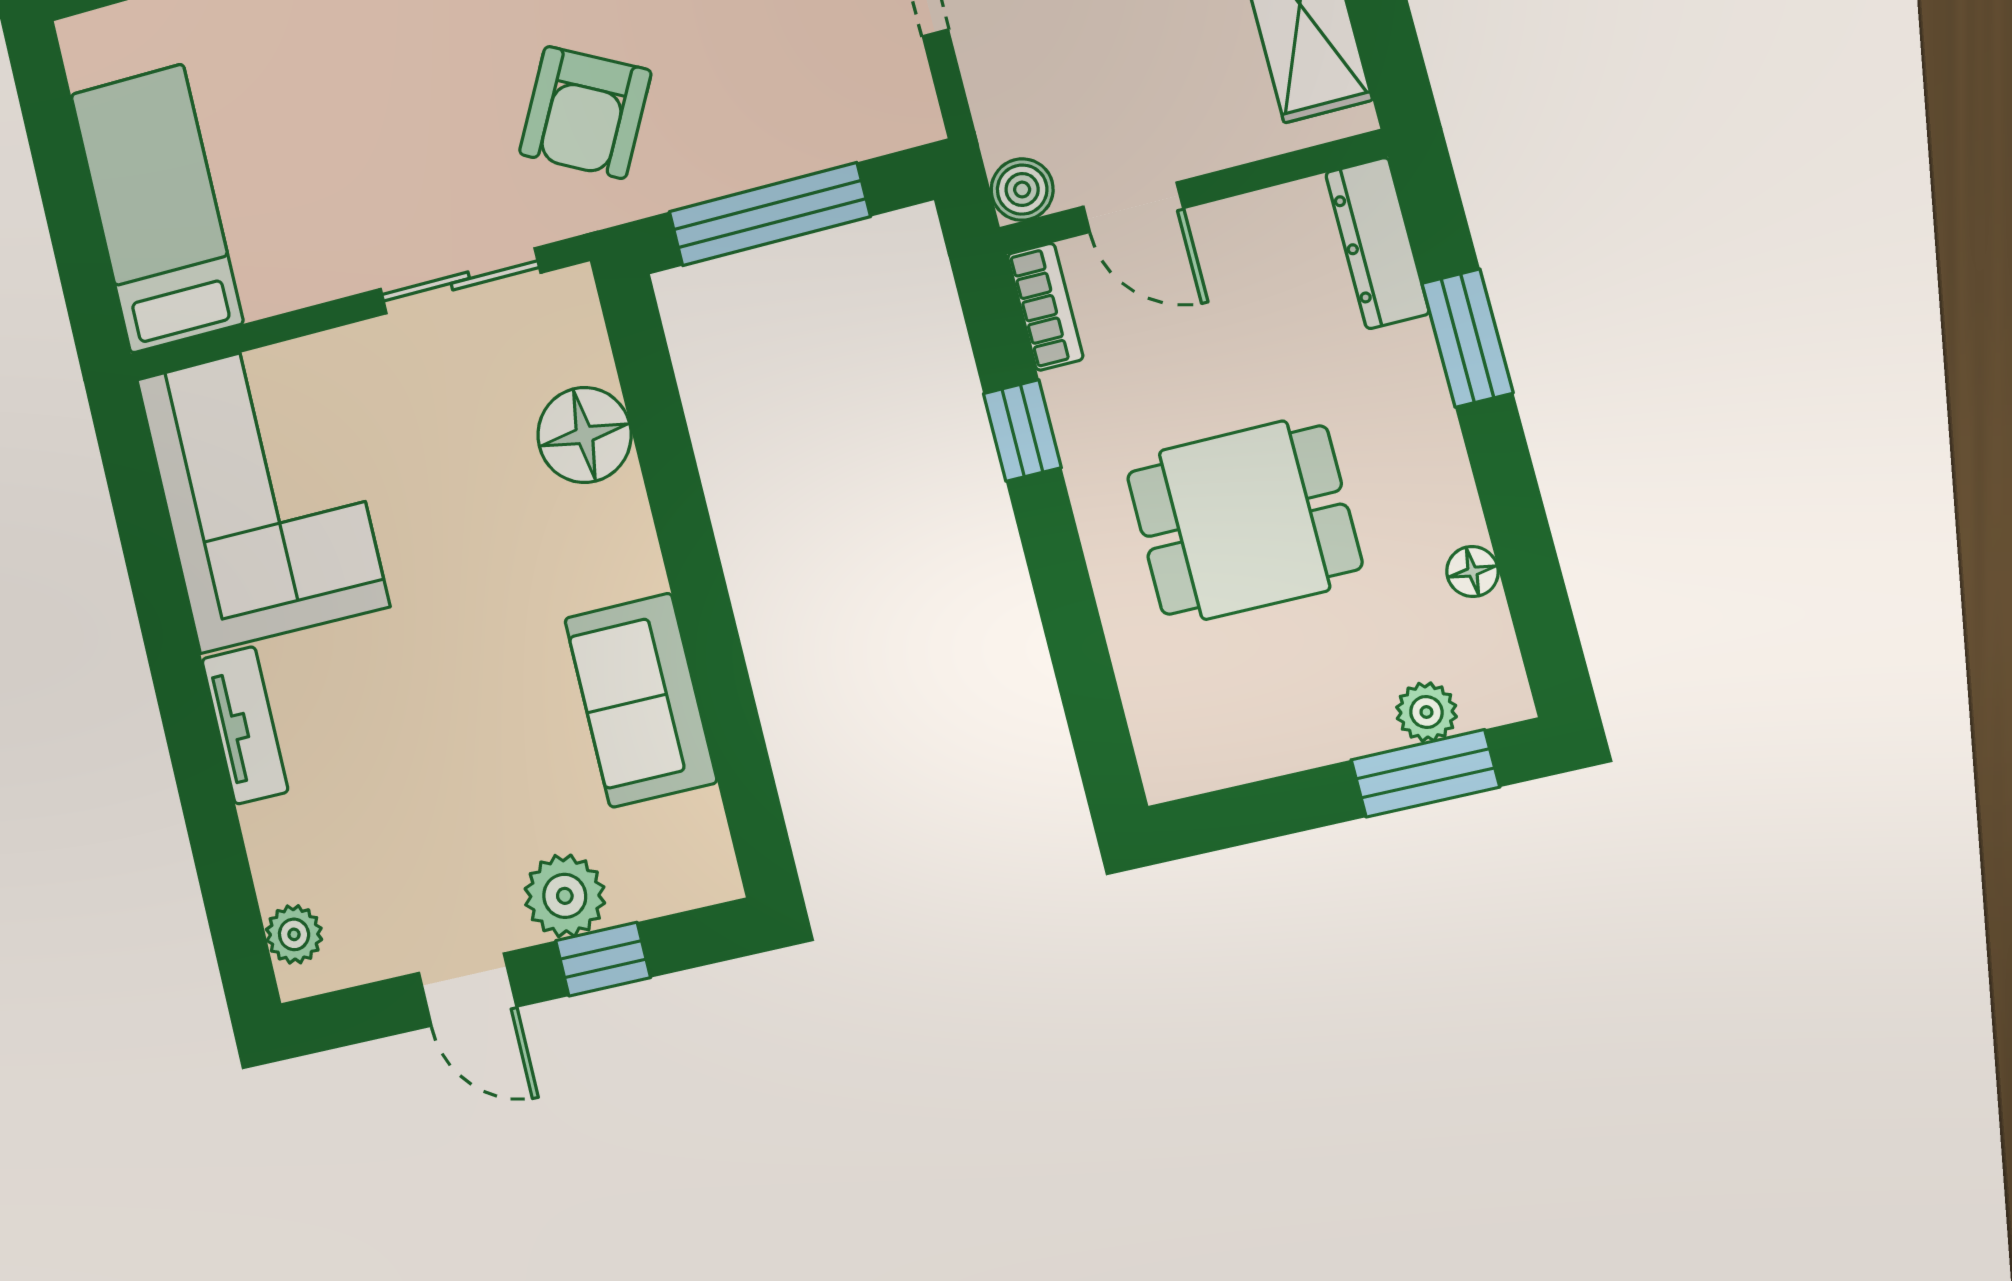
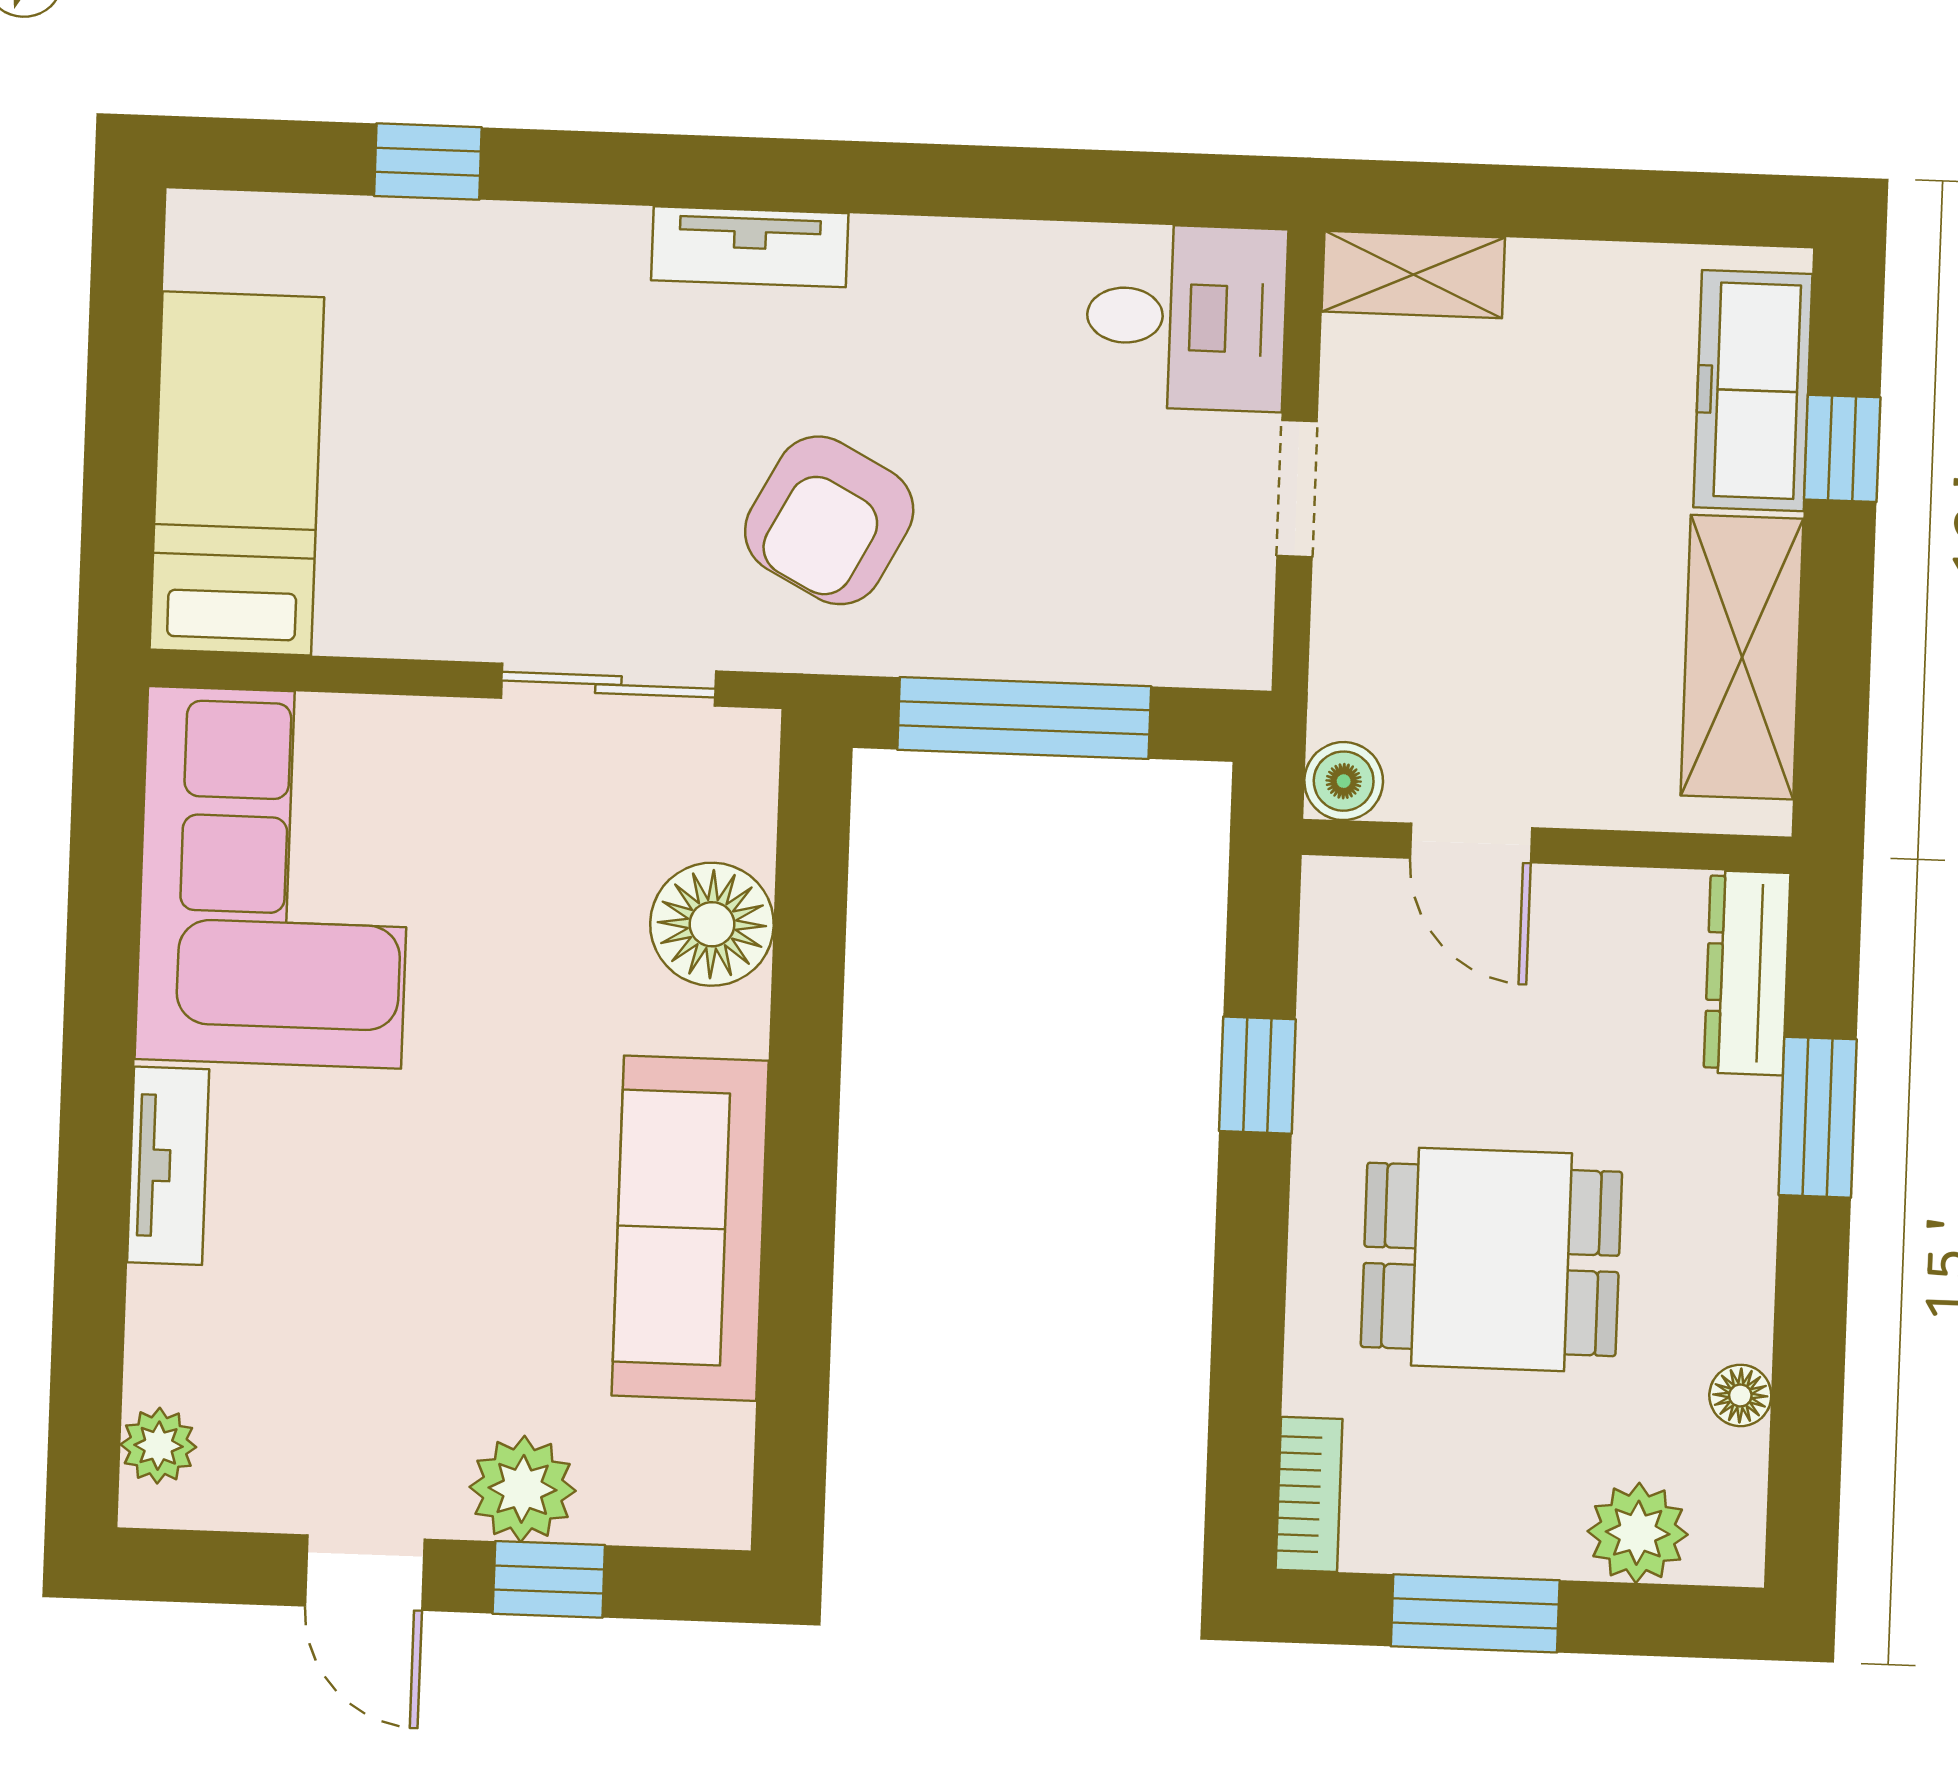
bookcase: (1045, 307) -> (1309, 1494), moved
sofa: (641, 700) -> (690, 1228), width x1.36
plant: (1426, 712) -> (1638, 1533), width x1.38, depth x1.38
window: (1425, 773) -> (1475, 1613), moved

